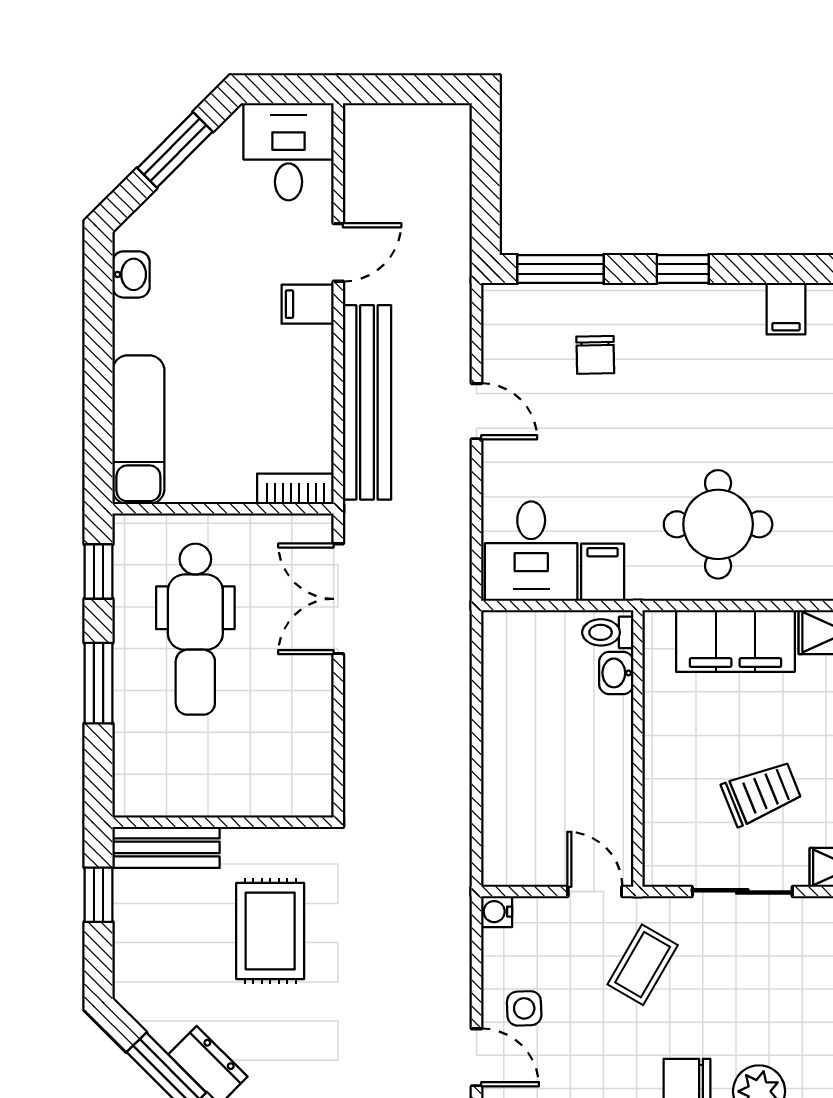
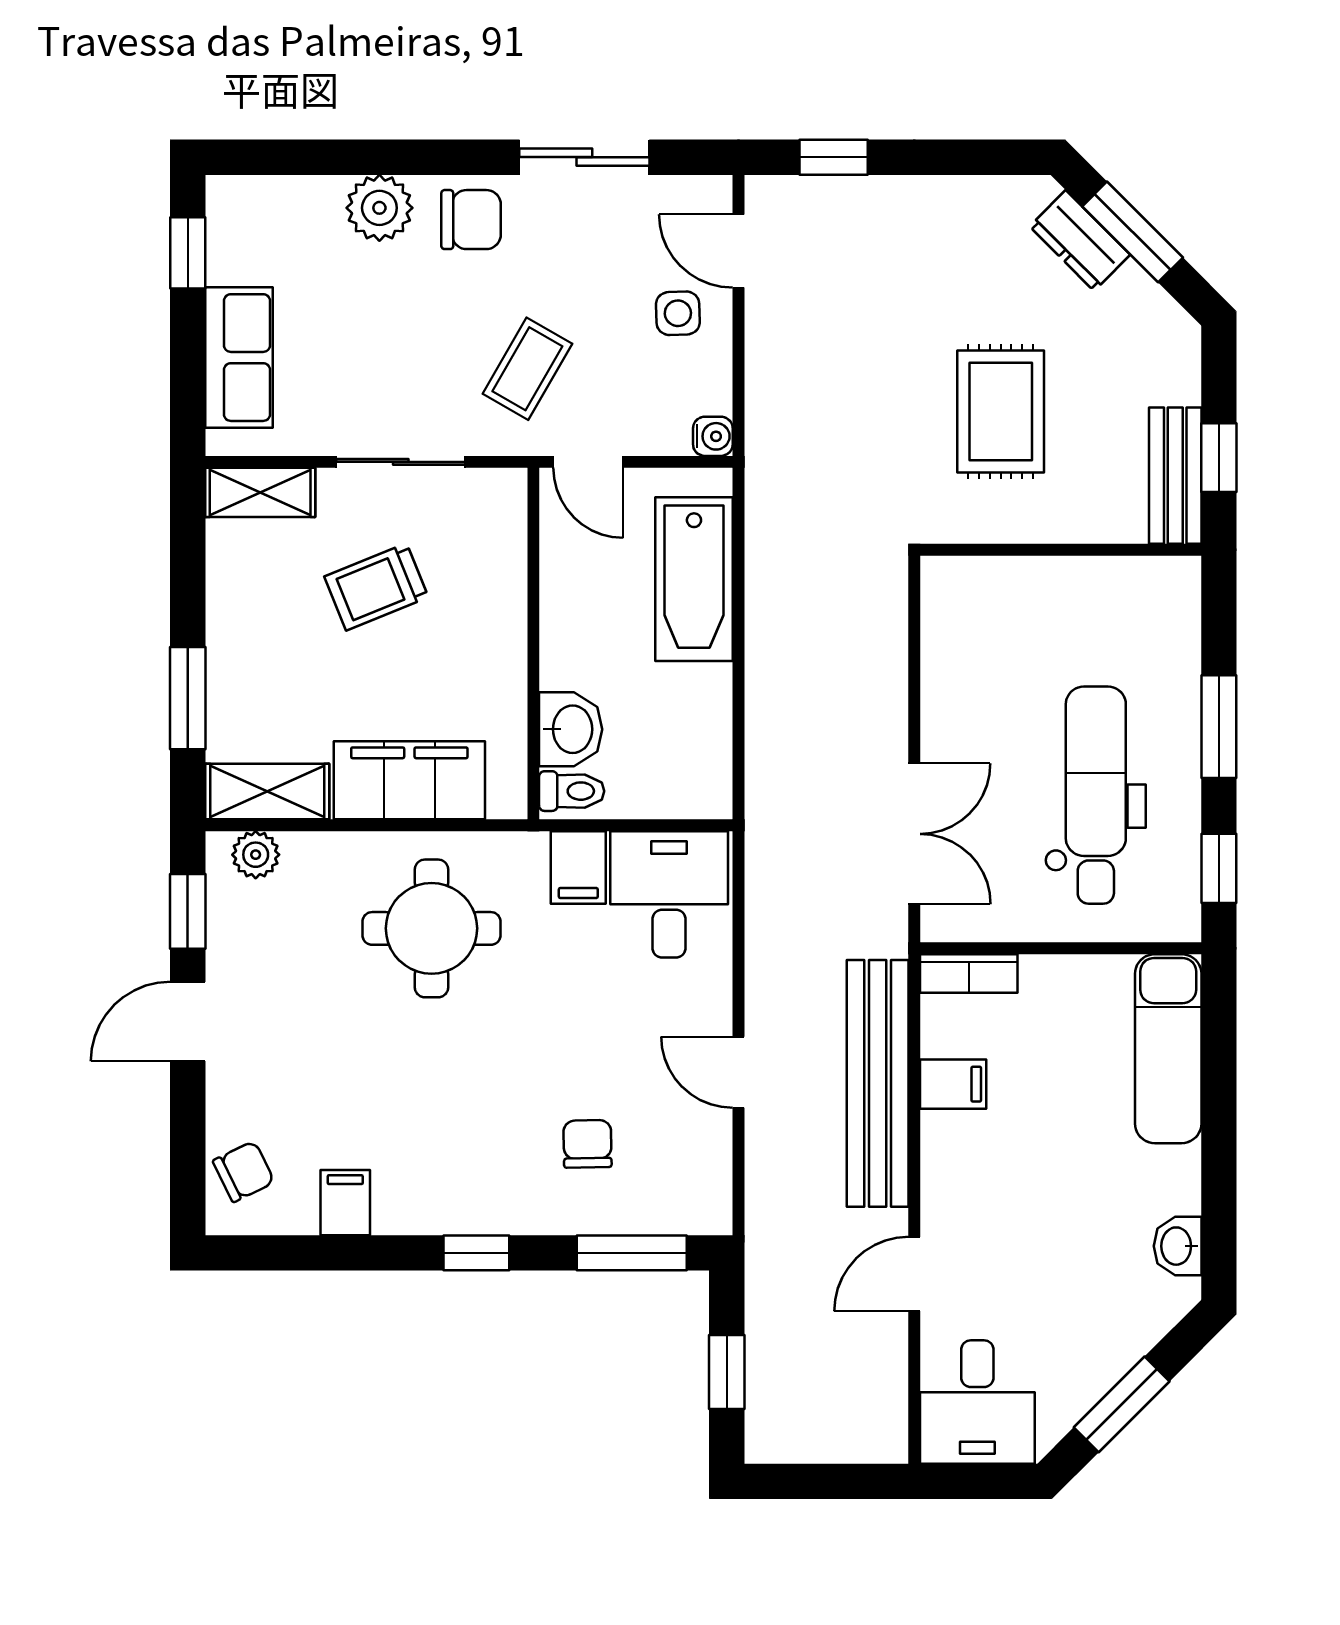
window: (486, 175) -> (727, 1372), added
filing cabinet: (308, 304) -> (953, 1084), moved
washbasin: (616, 673) -> (571, 729), width x1.38, depth x1.45
bathtub: (512, 799) -> (694, 579), added
bench: (166, 847) -> (1175, 476), moved, turned 90

